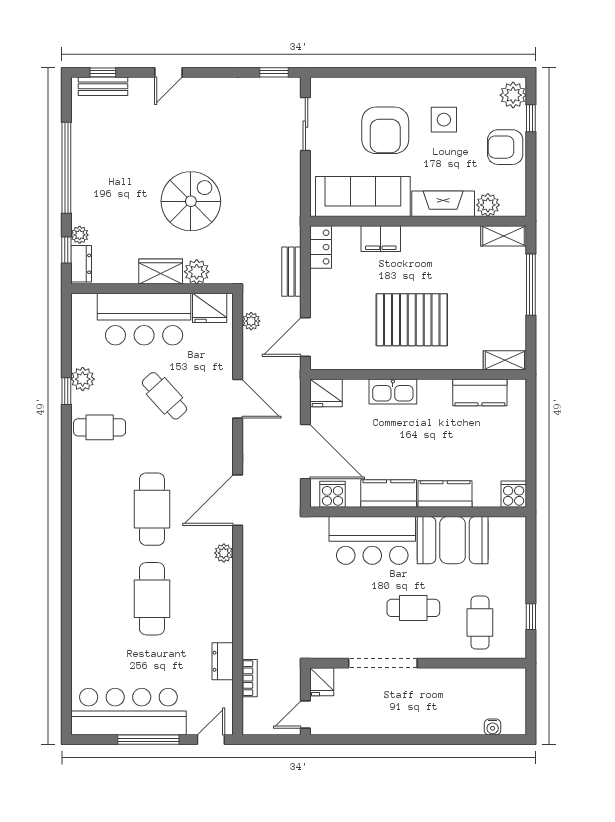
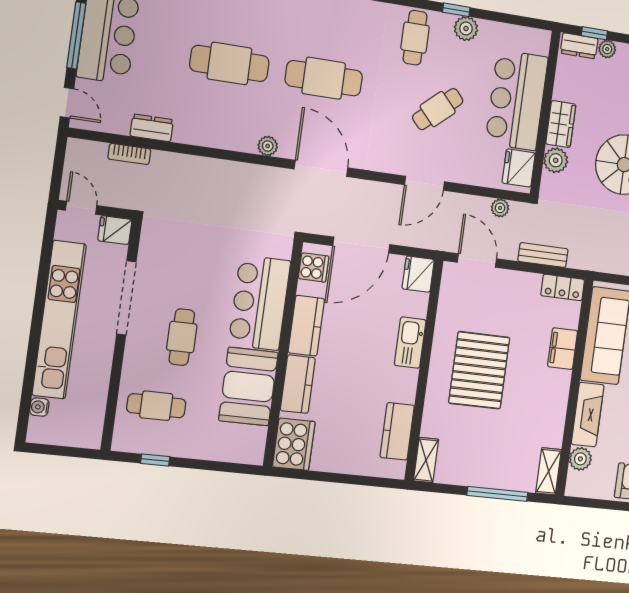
cooker: (514, 494) -> (294, 444), width x1.87, depth x1.31
kitchen unit: (410, 720) -> (59, 320), added

